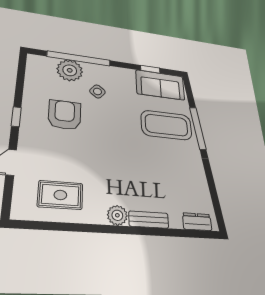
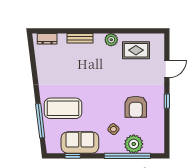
sofa: (160, 85) -> (80, 142), moved
window: (198, 128) -> (40, 121), moved
plant: (117, 215) -> (111, 40), moved

